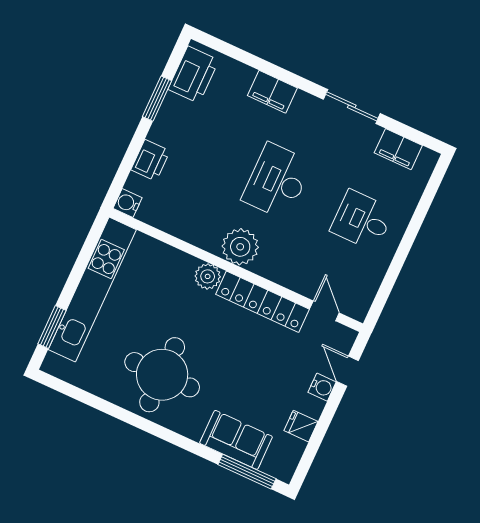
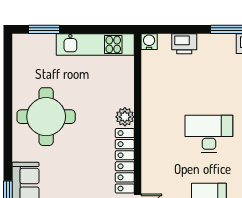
plant: (240, 247) -> (154, 129), removed
kitchen unit: (92, 290) -> (95, 45), width x0.73

